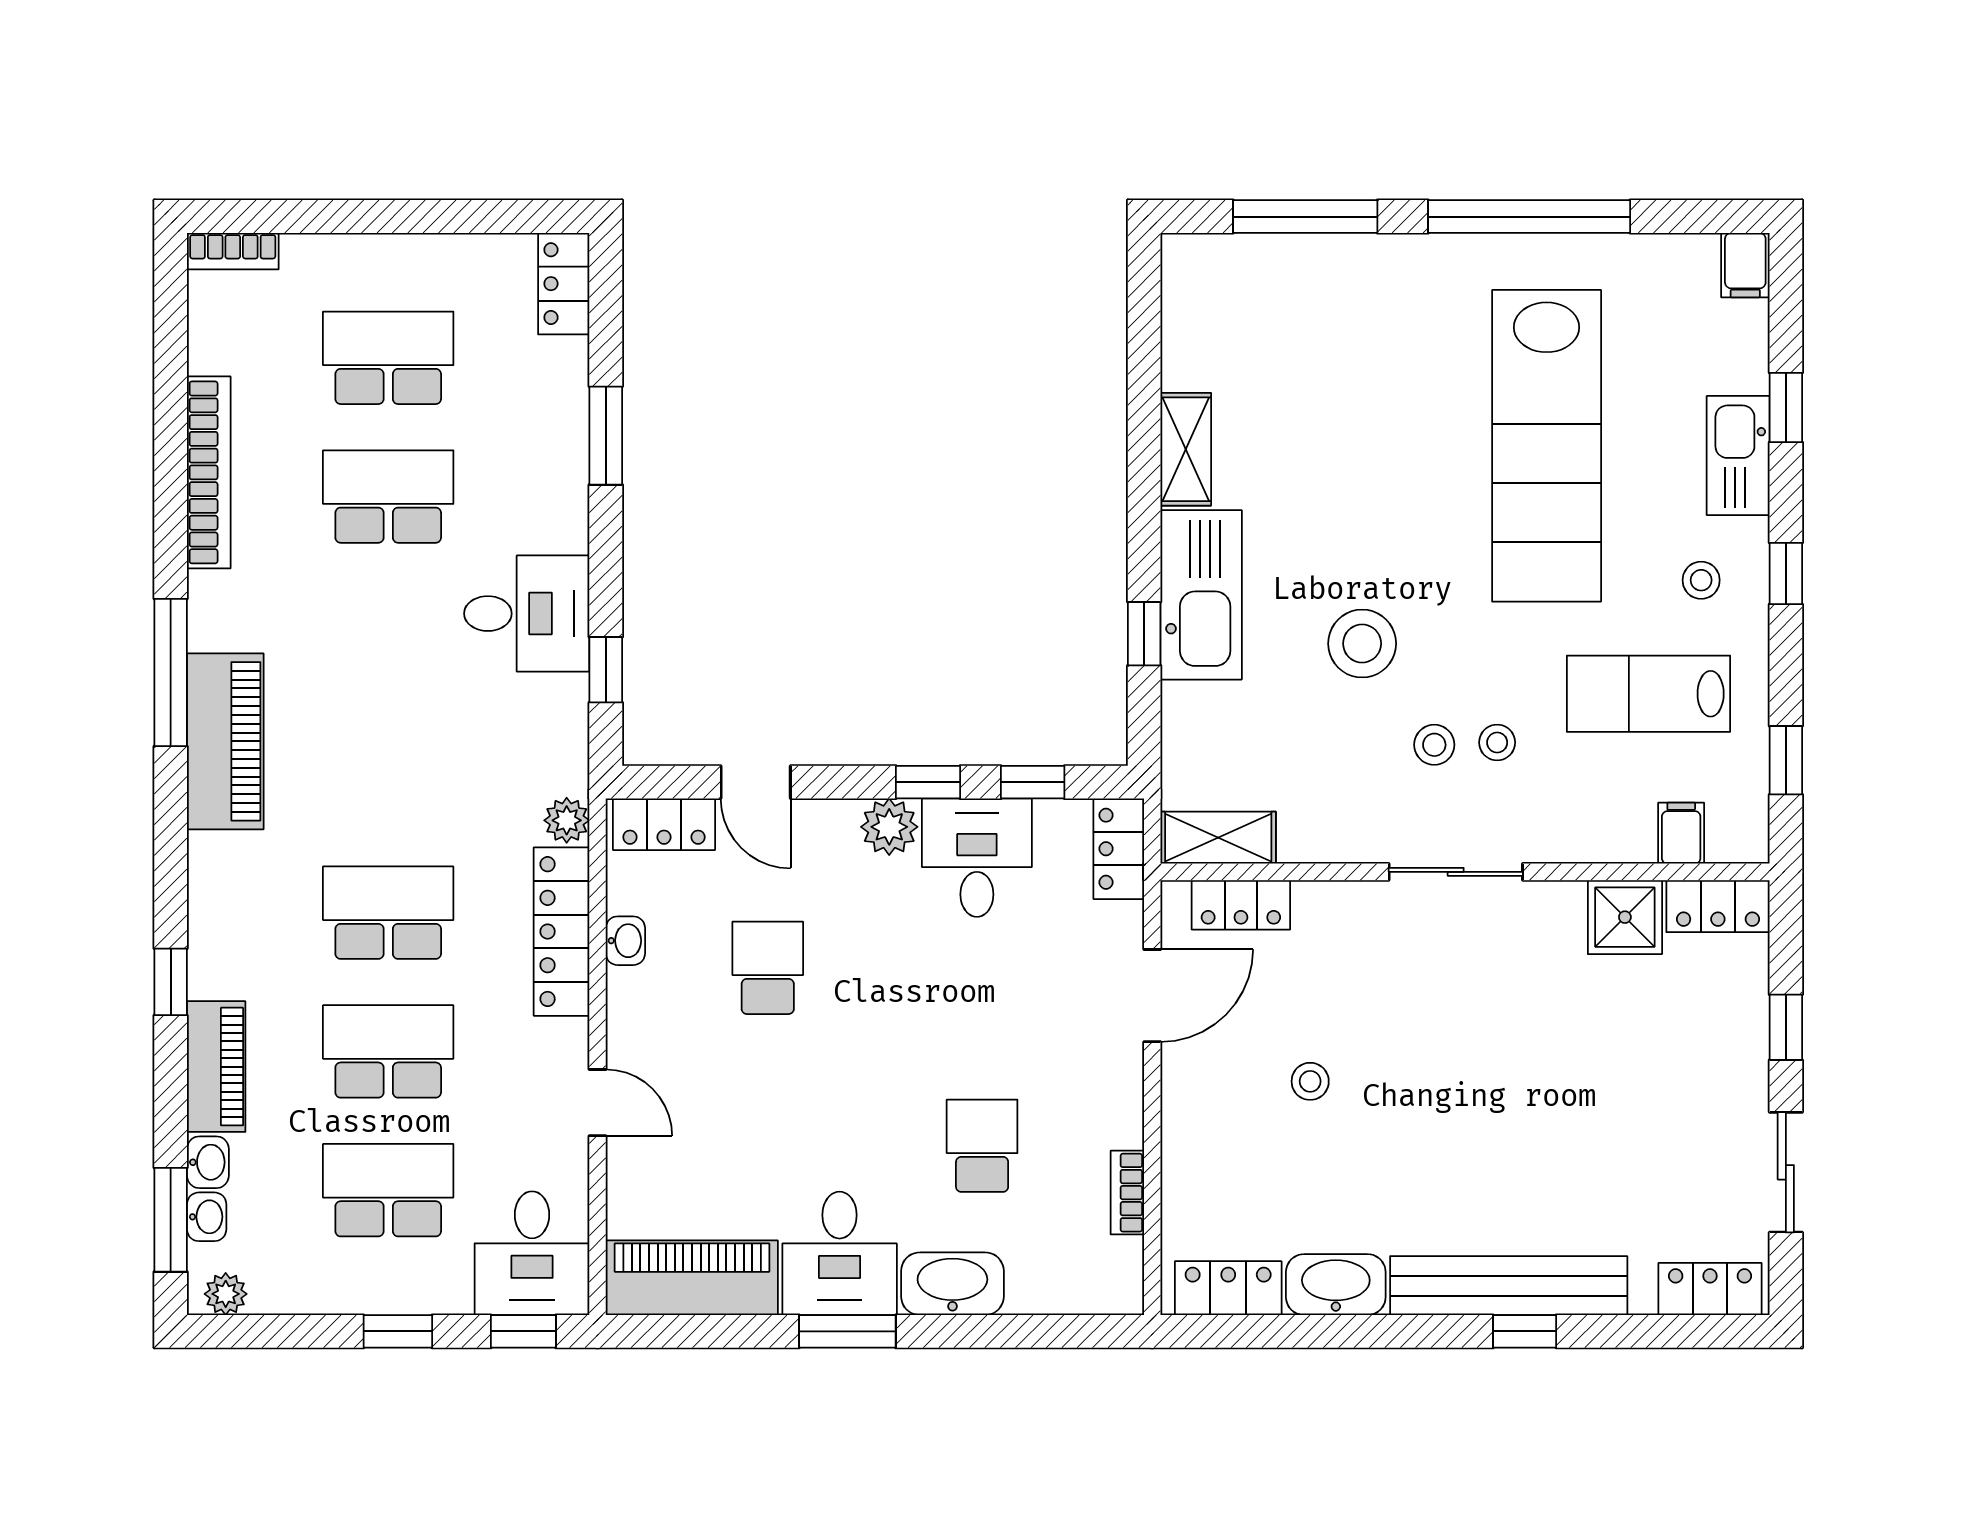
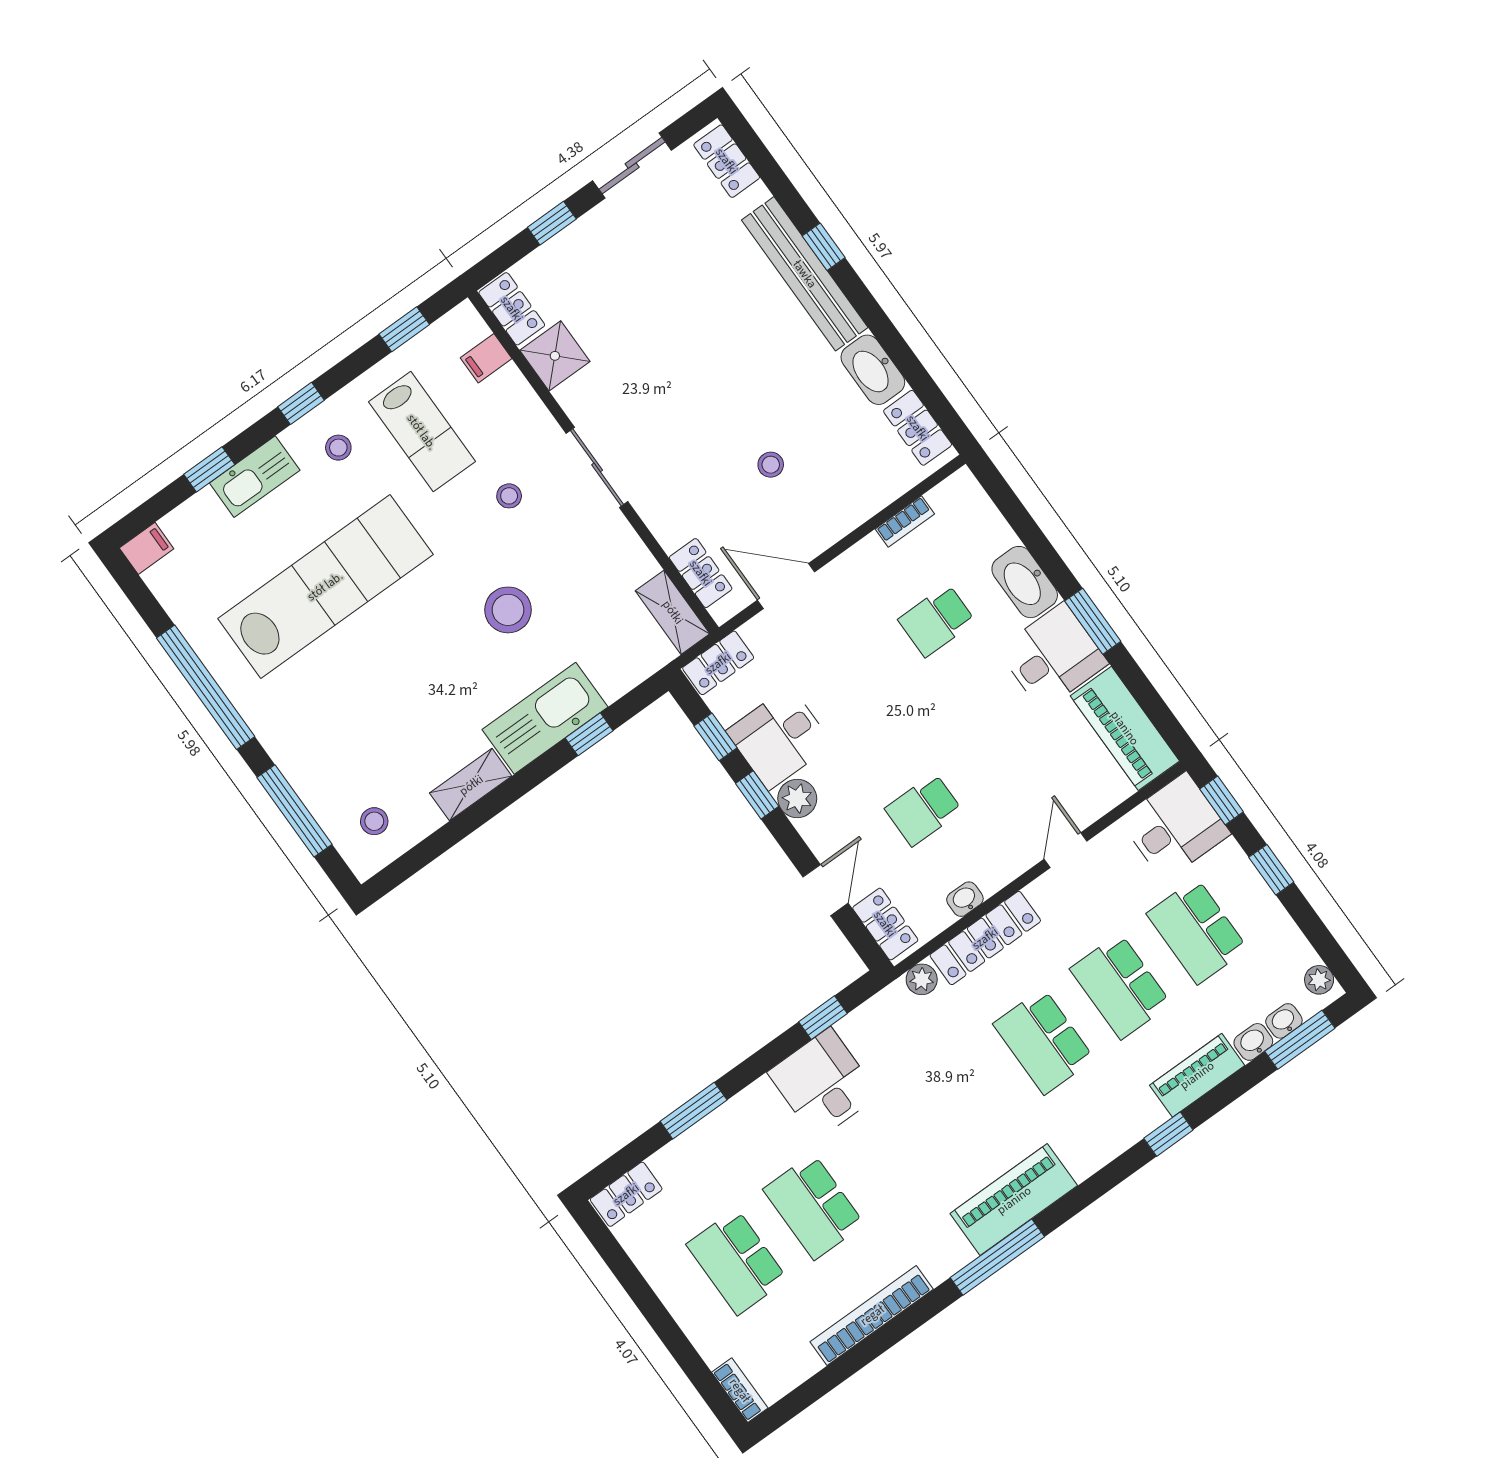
stool: (1434, 745) -> (374, 821), moved

